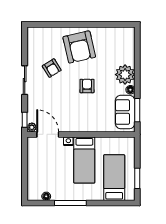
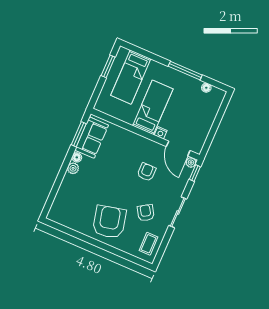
coffee table: (38, 43) -> (148, 244), added
plant: (125, 75) -> (73, 168), width x0.53, depth x0.53
armchair: (87, 86) -> (146, 172), moved, turned 180

